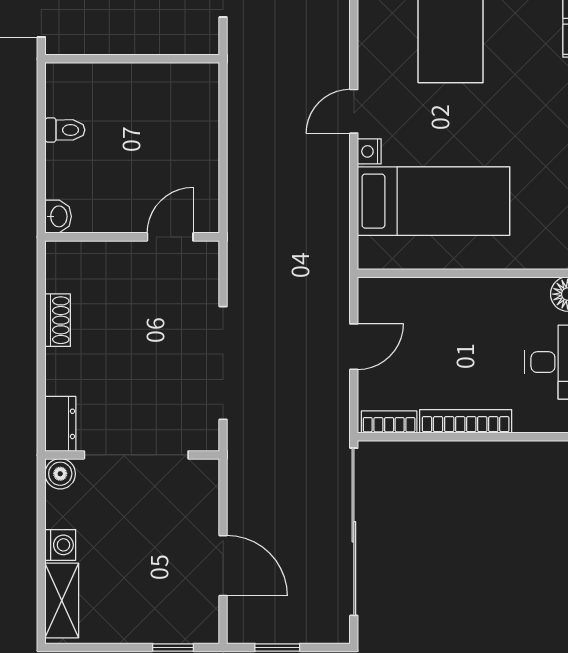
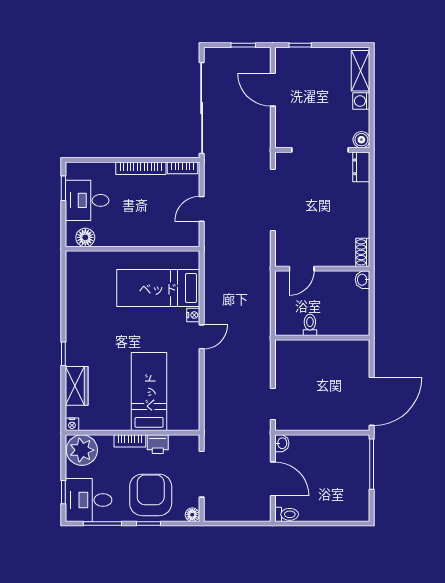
wall: (132, 59) -> (322, 338), moved
toilet: (65, 130) -> (310, 325), moved, turned 90
shoe rack: (58, 320) -> (363, 252), moved

